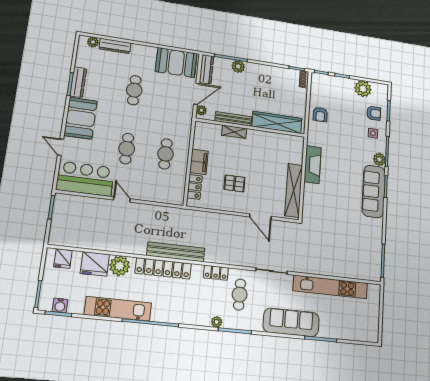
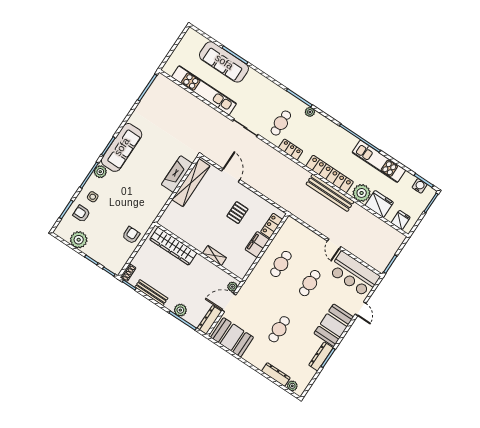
bench: (233, 119) -> (151, 293), moved
fireplace: (313, 165) -> (177, 174), moved
pallet: (234, 183) -> (237, 213), turned 90
bench: (176, 252) -> (330, 193), moved
sofa: (291, 322) -> (224, 62), moved

